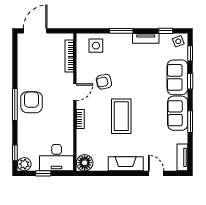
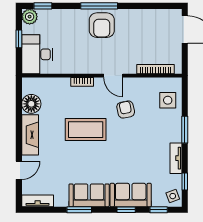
armchair: (31, 102) -> (102, 25), turned 90
floor lamp: (85, 163) -> (31, 104), moved

